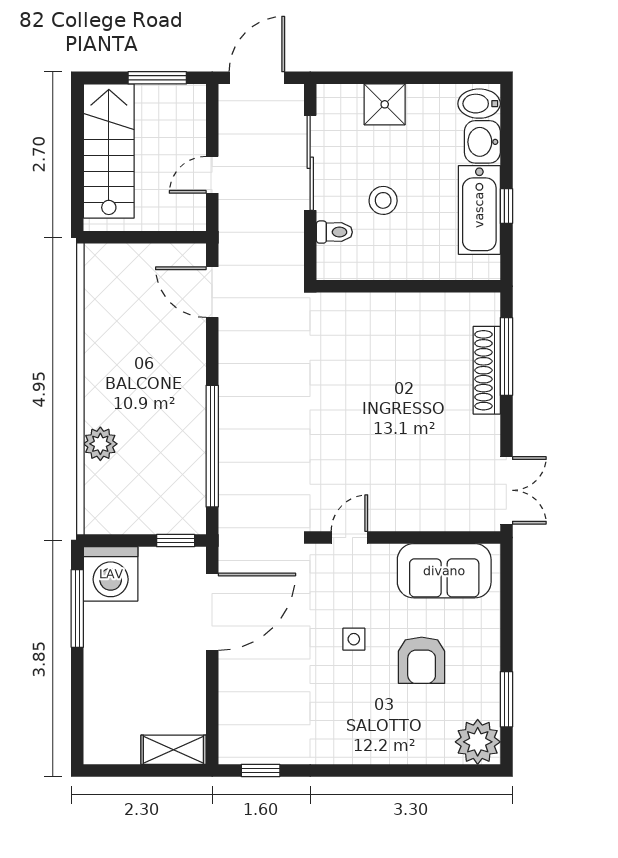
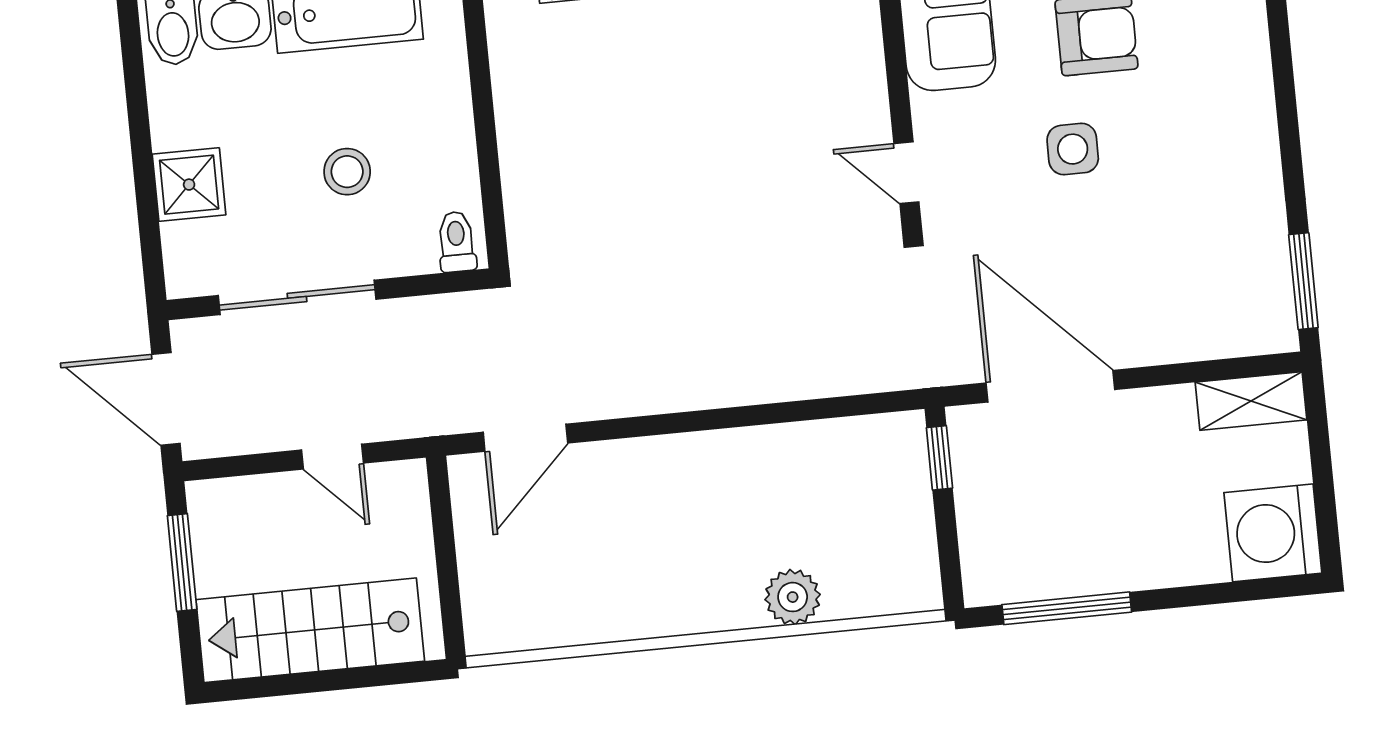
toilet: (334, 232) -> (457, 242), moved
window: (212, 446) -> (778, 413), removed
washing machine: (111, 574) -> (1273, 533), moved, turned 180
side table: (354, 639) -> (1073, 149), width x1.37, depth x1.37
shelving: (173, 750) -> (1251, 401), moved, turned 90
window: (261, 770) -> (1303, 281), width x1.50

